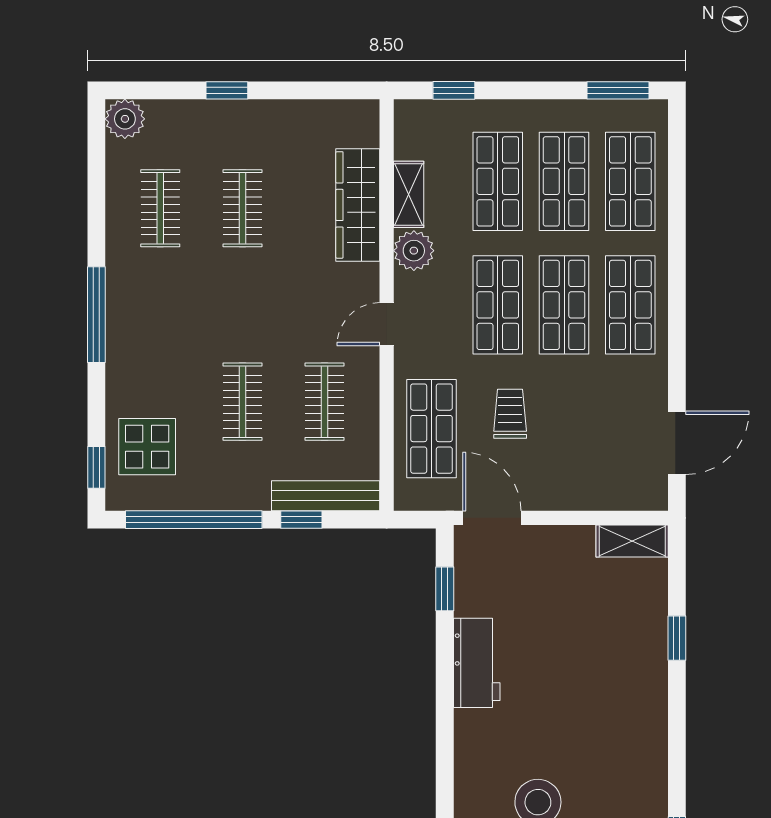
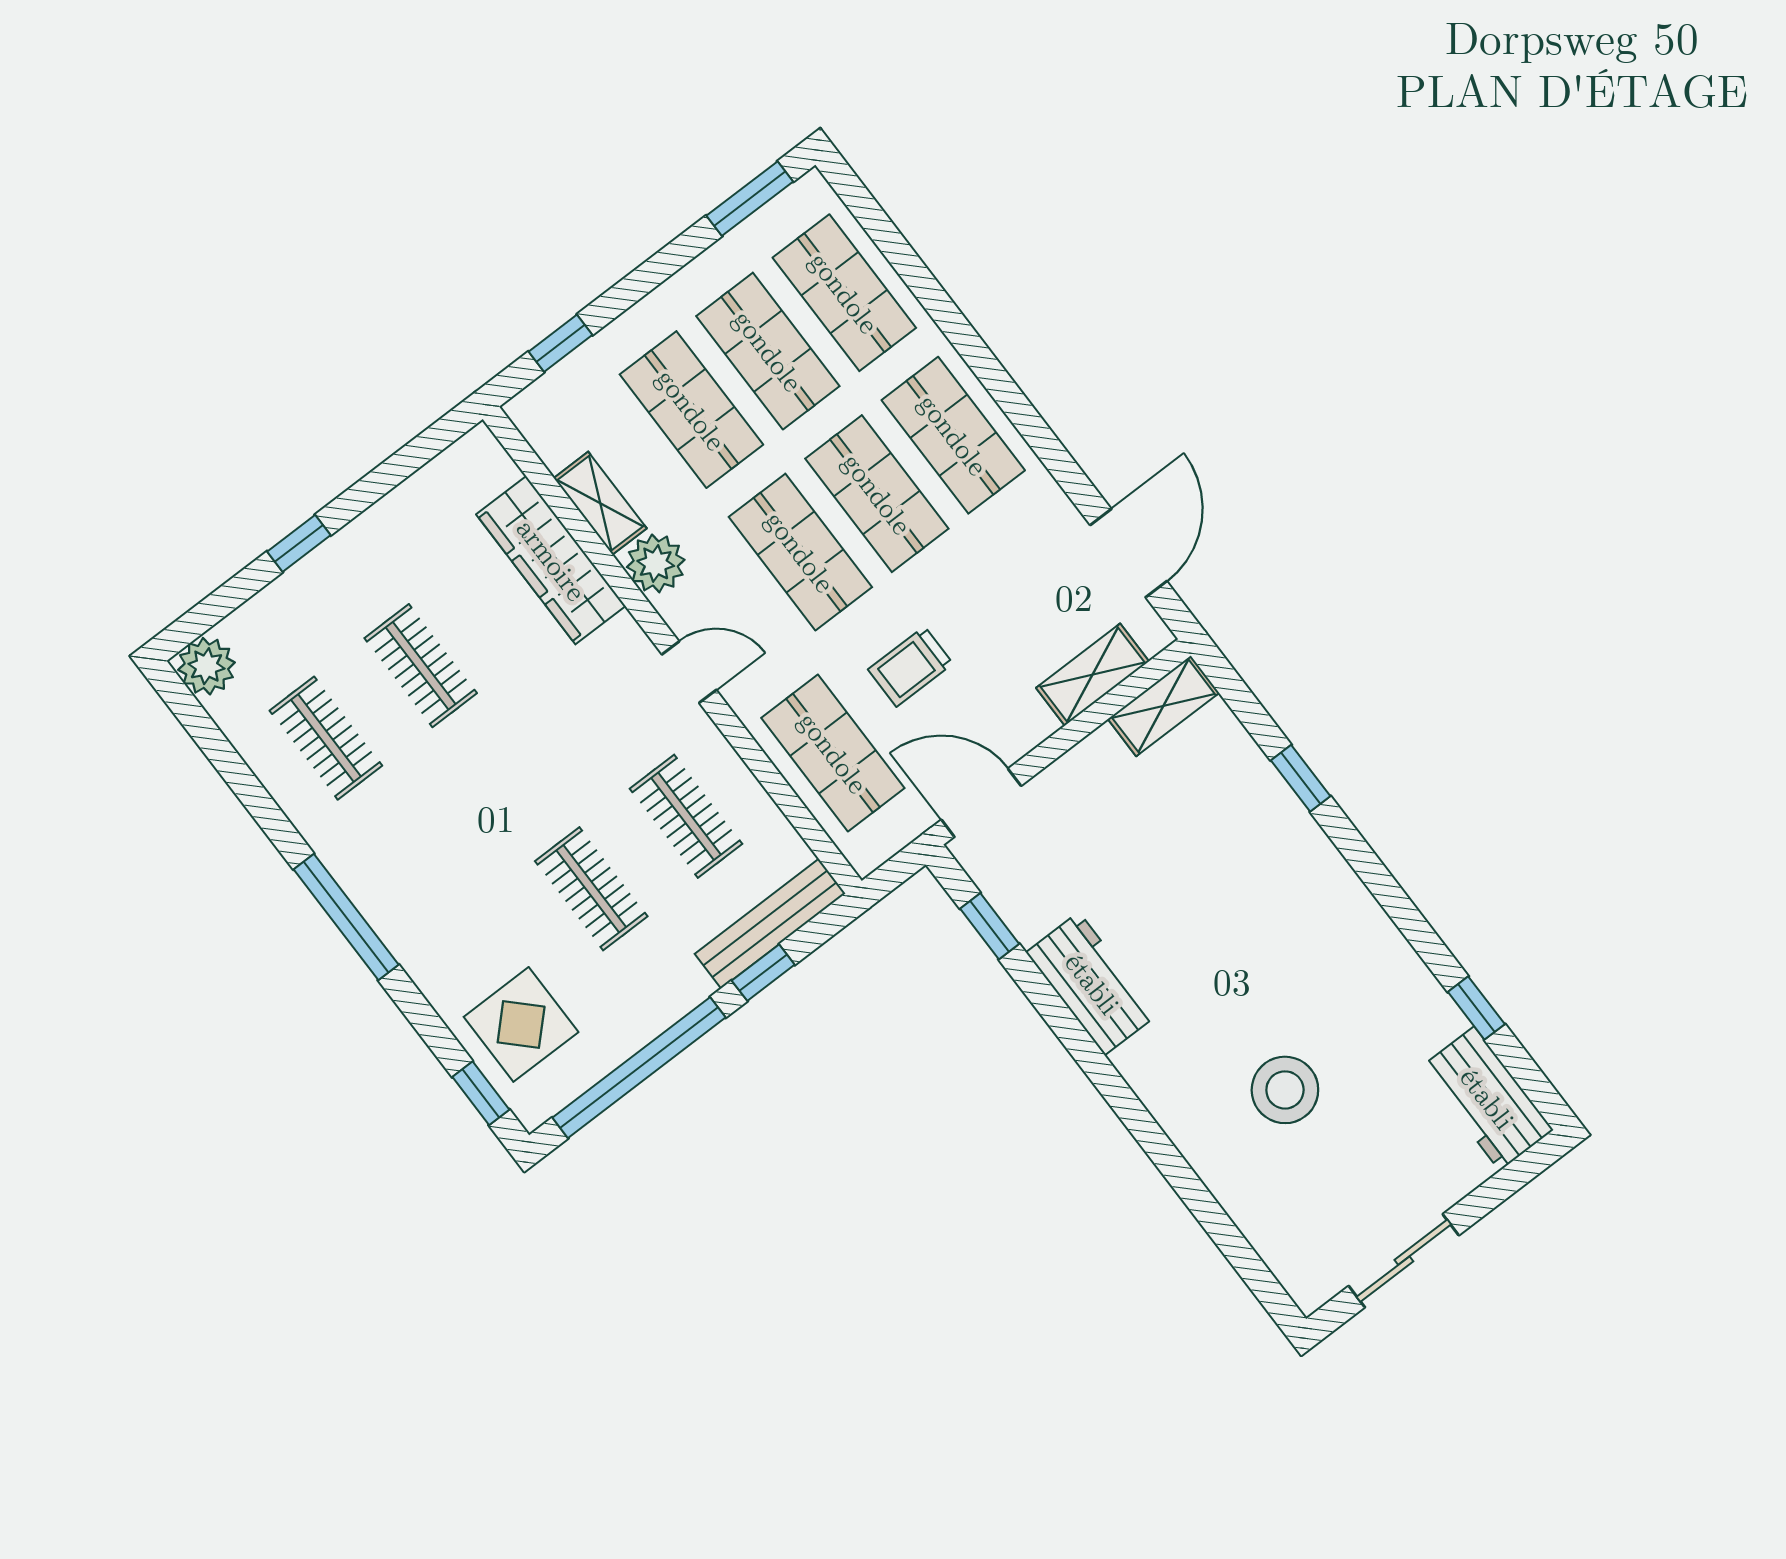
door: (387, 324) -> (689, 672), swing flipped
trolley: (510, 414) -> (910, 667), turned -90
shelving: (606, 494) -> (1093, 675), added

